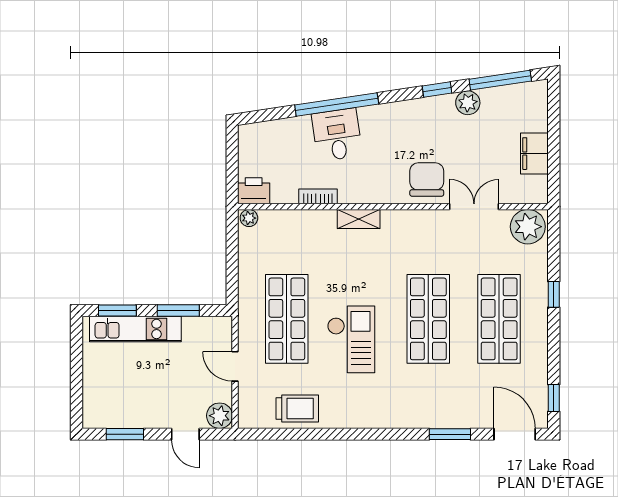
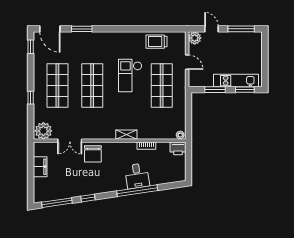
plant: (468, 103) -> (73, 192), removed
window: (125, 434) -> (241, 29), width x1.44

